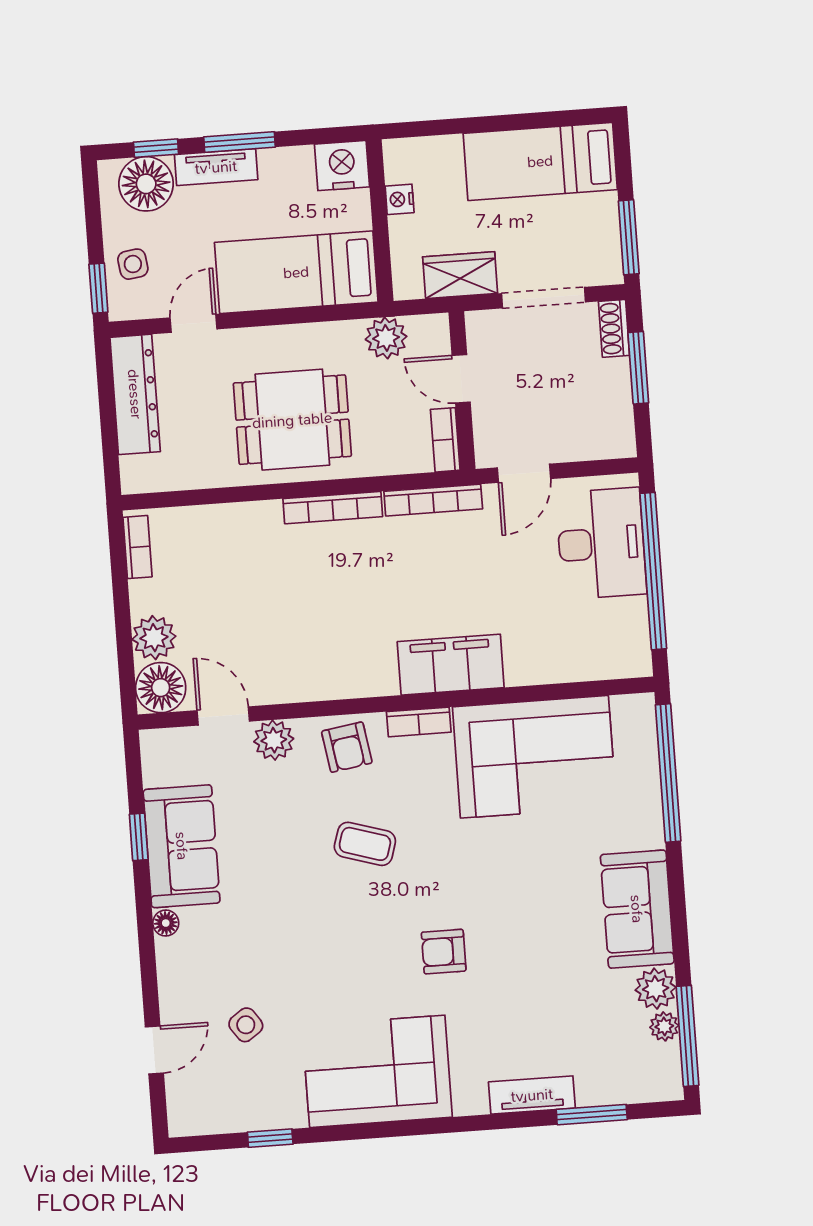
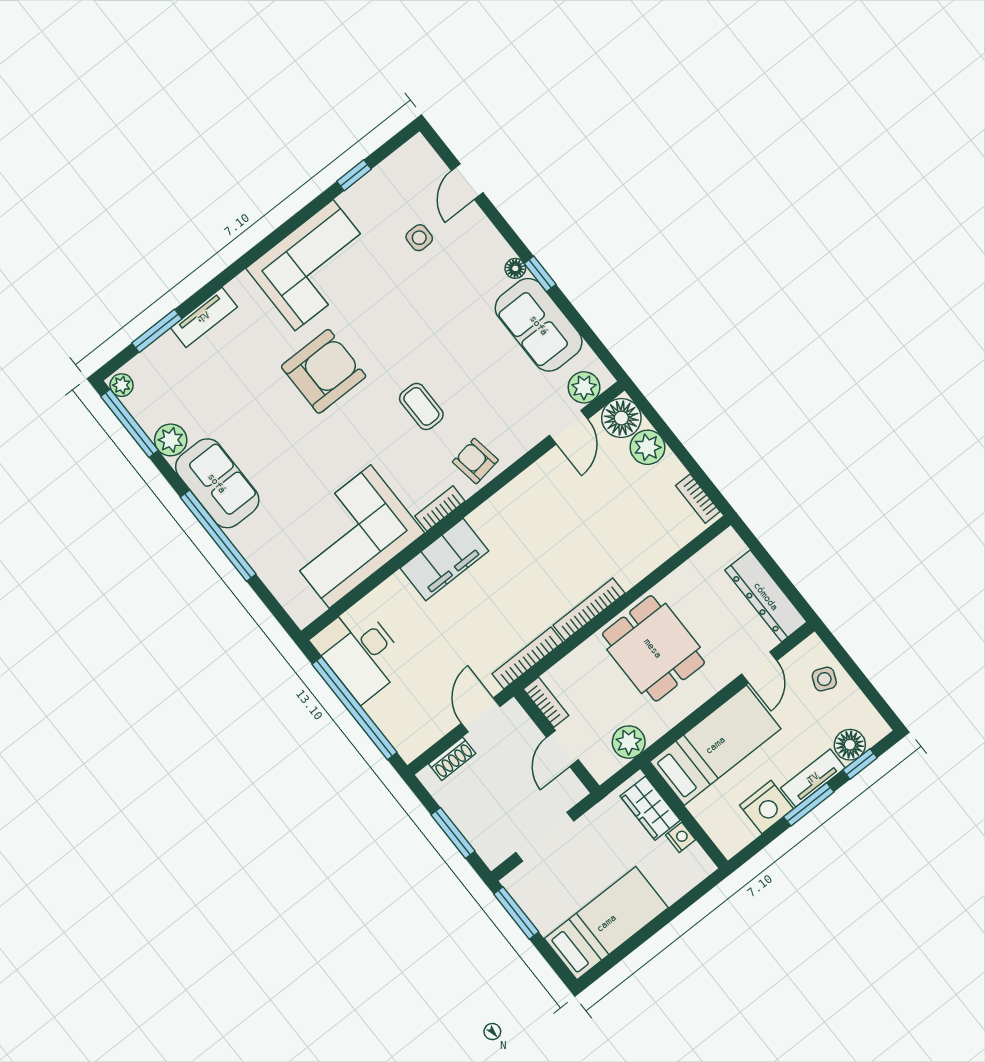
nightstand: (342, 166) -> (767, 807), moved
floor lamp: (146, 184) -> (850, 745), width x0.73, depth x0.73
side table: (133, 264) -> (824, 679), turned 31
wardrobe: (460, 275) -> (650, 808), moved, turned 90
window: (98, 288) -> (836, 648), removed
shoe rack: (614, 328) -> (452, 759), moved, turned 90
door: (461, 379) -> (562, 748), swing flipped
dining table: (292, 420) -> (653, 648), turned 90
desk: (601, 543) -> (360, 653), moved
door: (223, 716) -> (569, 427), hinge flipped
plant: (274, 740) -> (584, 387), moved
window: (668, 773) -> (218, 536), moved
window: (139, 837) -> (540, 274), moved
coffee table: (365, 844) -> (421, 406), turned 73
armchair: (444, 952) -> (324, 371), width x1.88, depth x1.88
side table: (246, 1025) -> (419, 238), turned 35
plant: (664, 1026) -> (122, 385), moved

